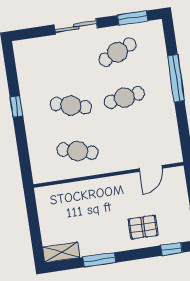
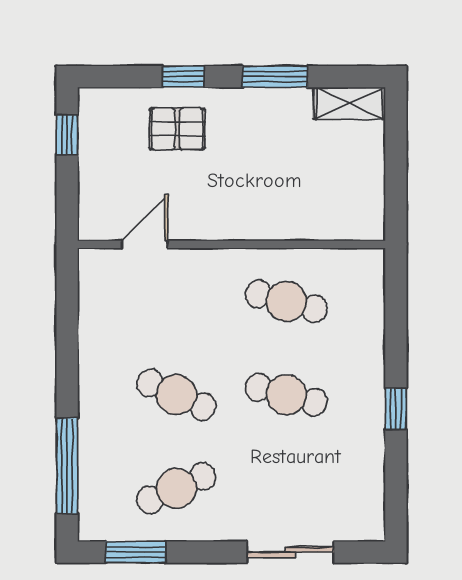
sliding door: (76, 26) -> (290, 552), moved
window: (176, 78) -> (67, 466), moved
cafe table: (124, 98) -> (176, 395), turned 33
window: (171, 249) -> (183, 77), moved

